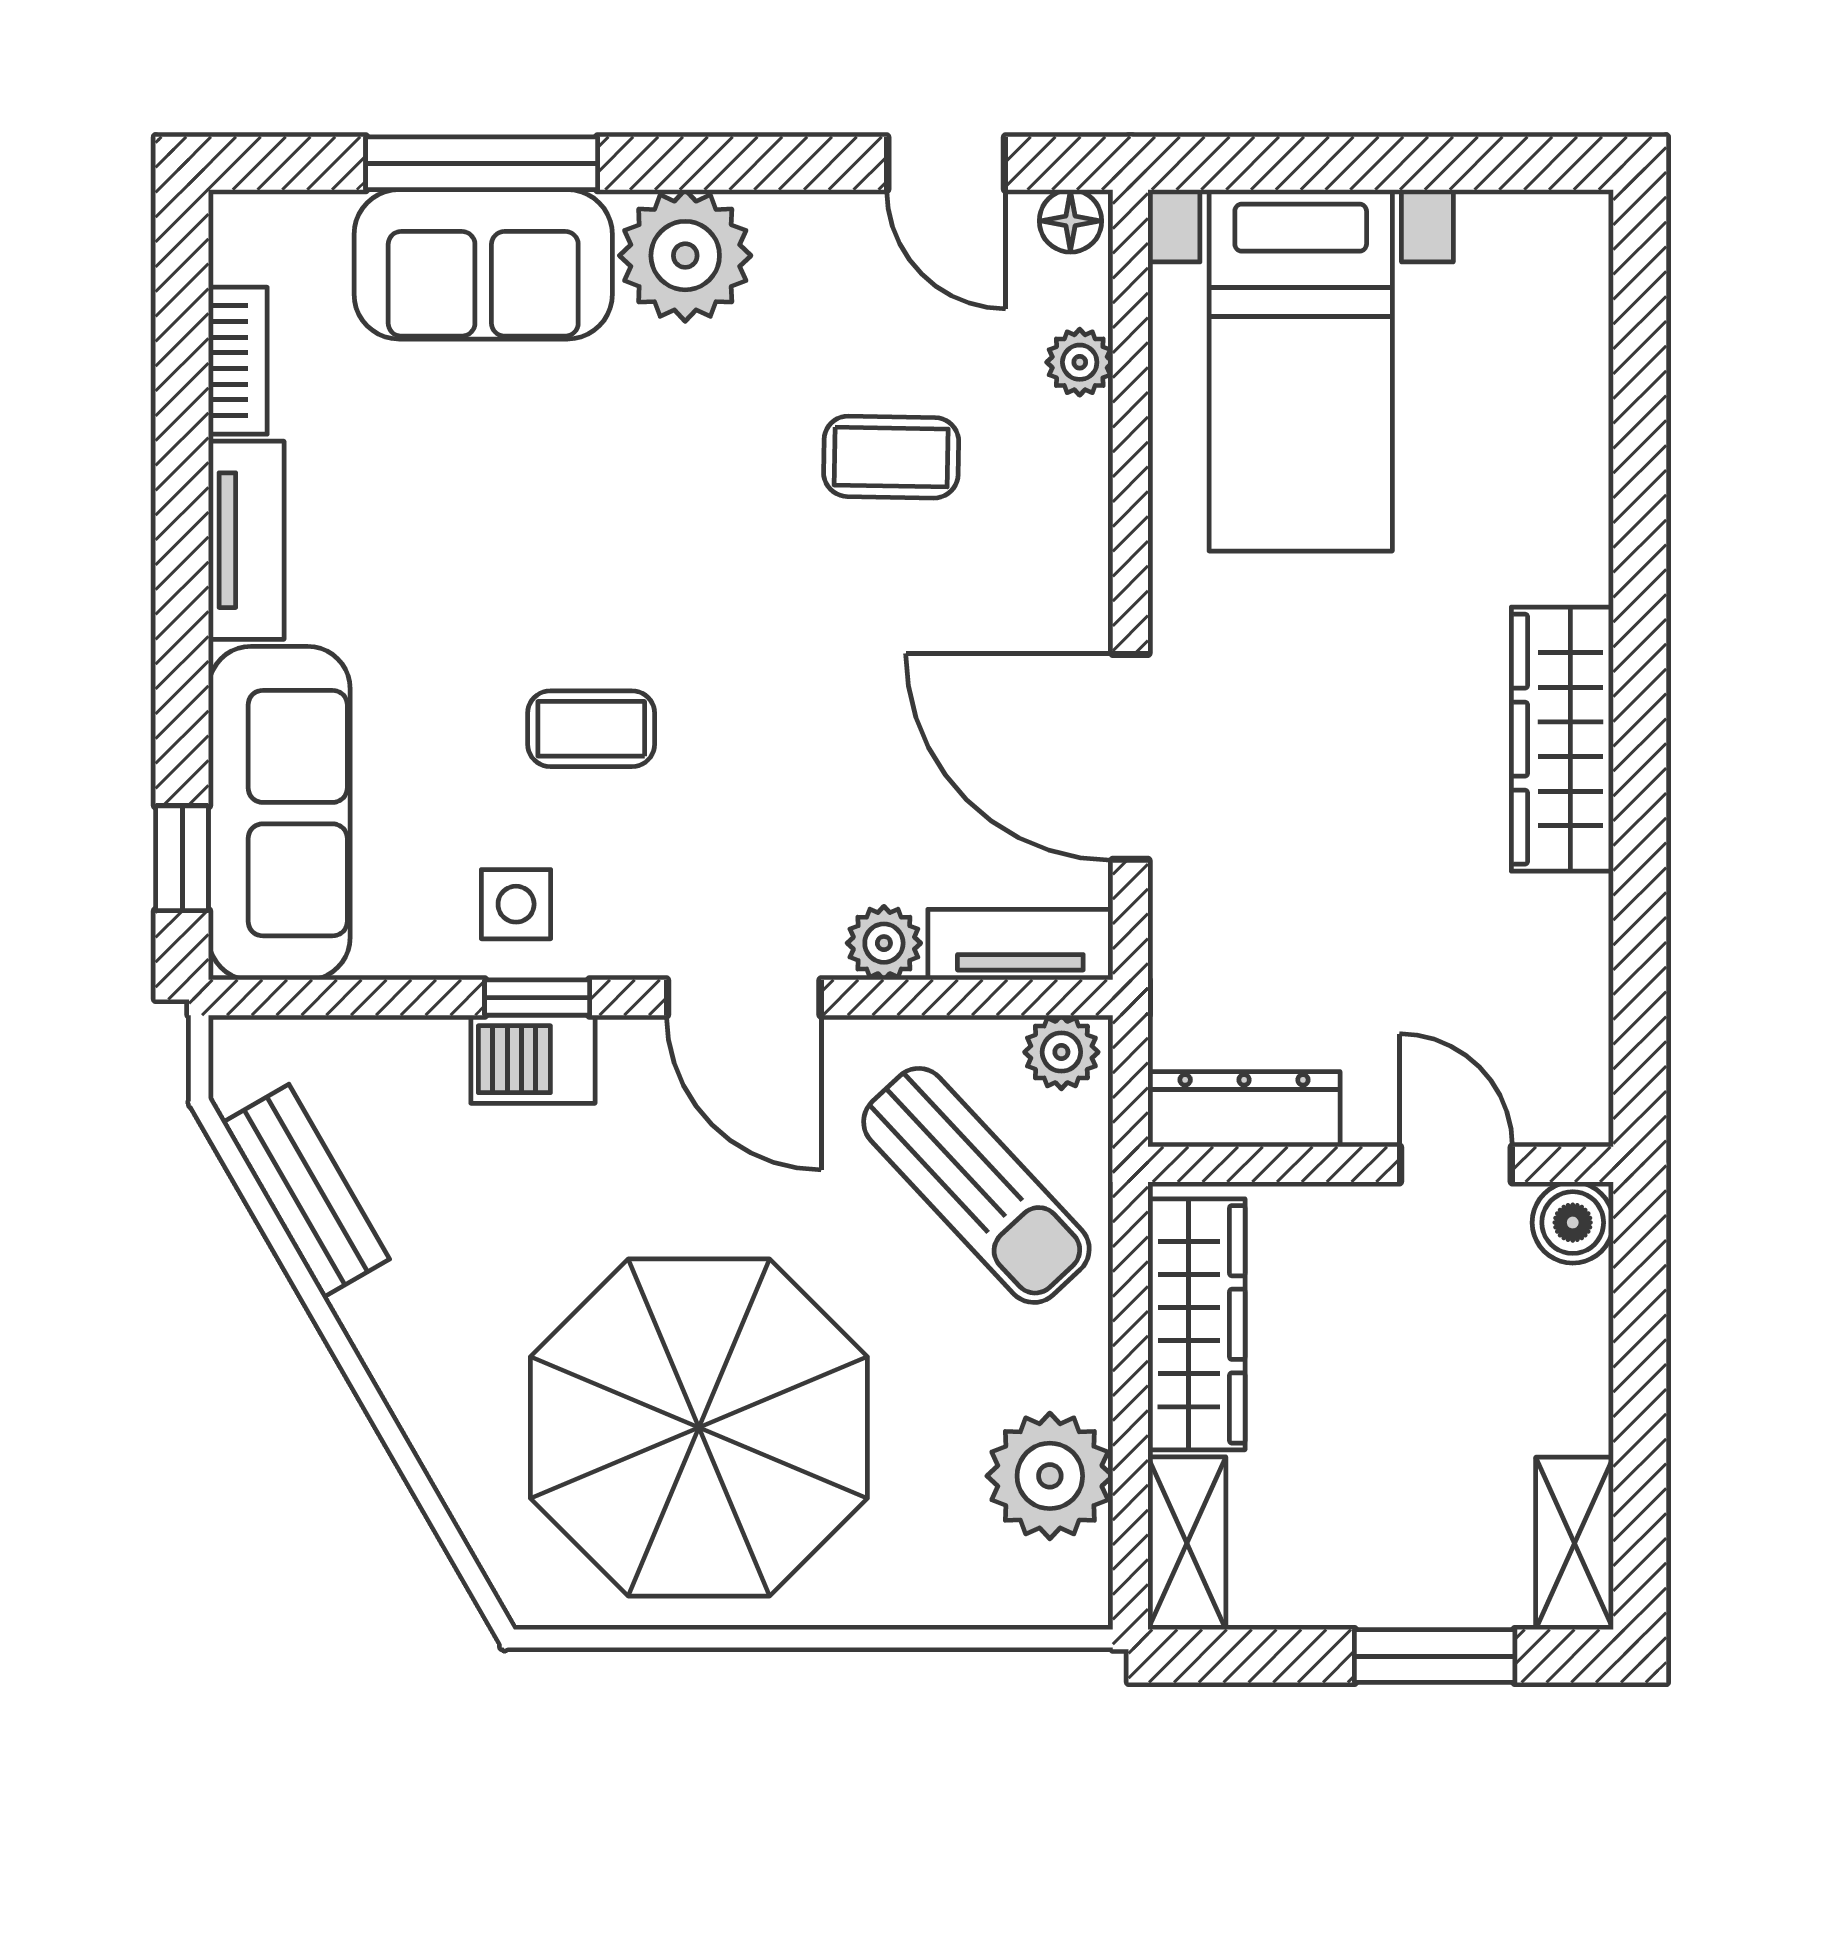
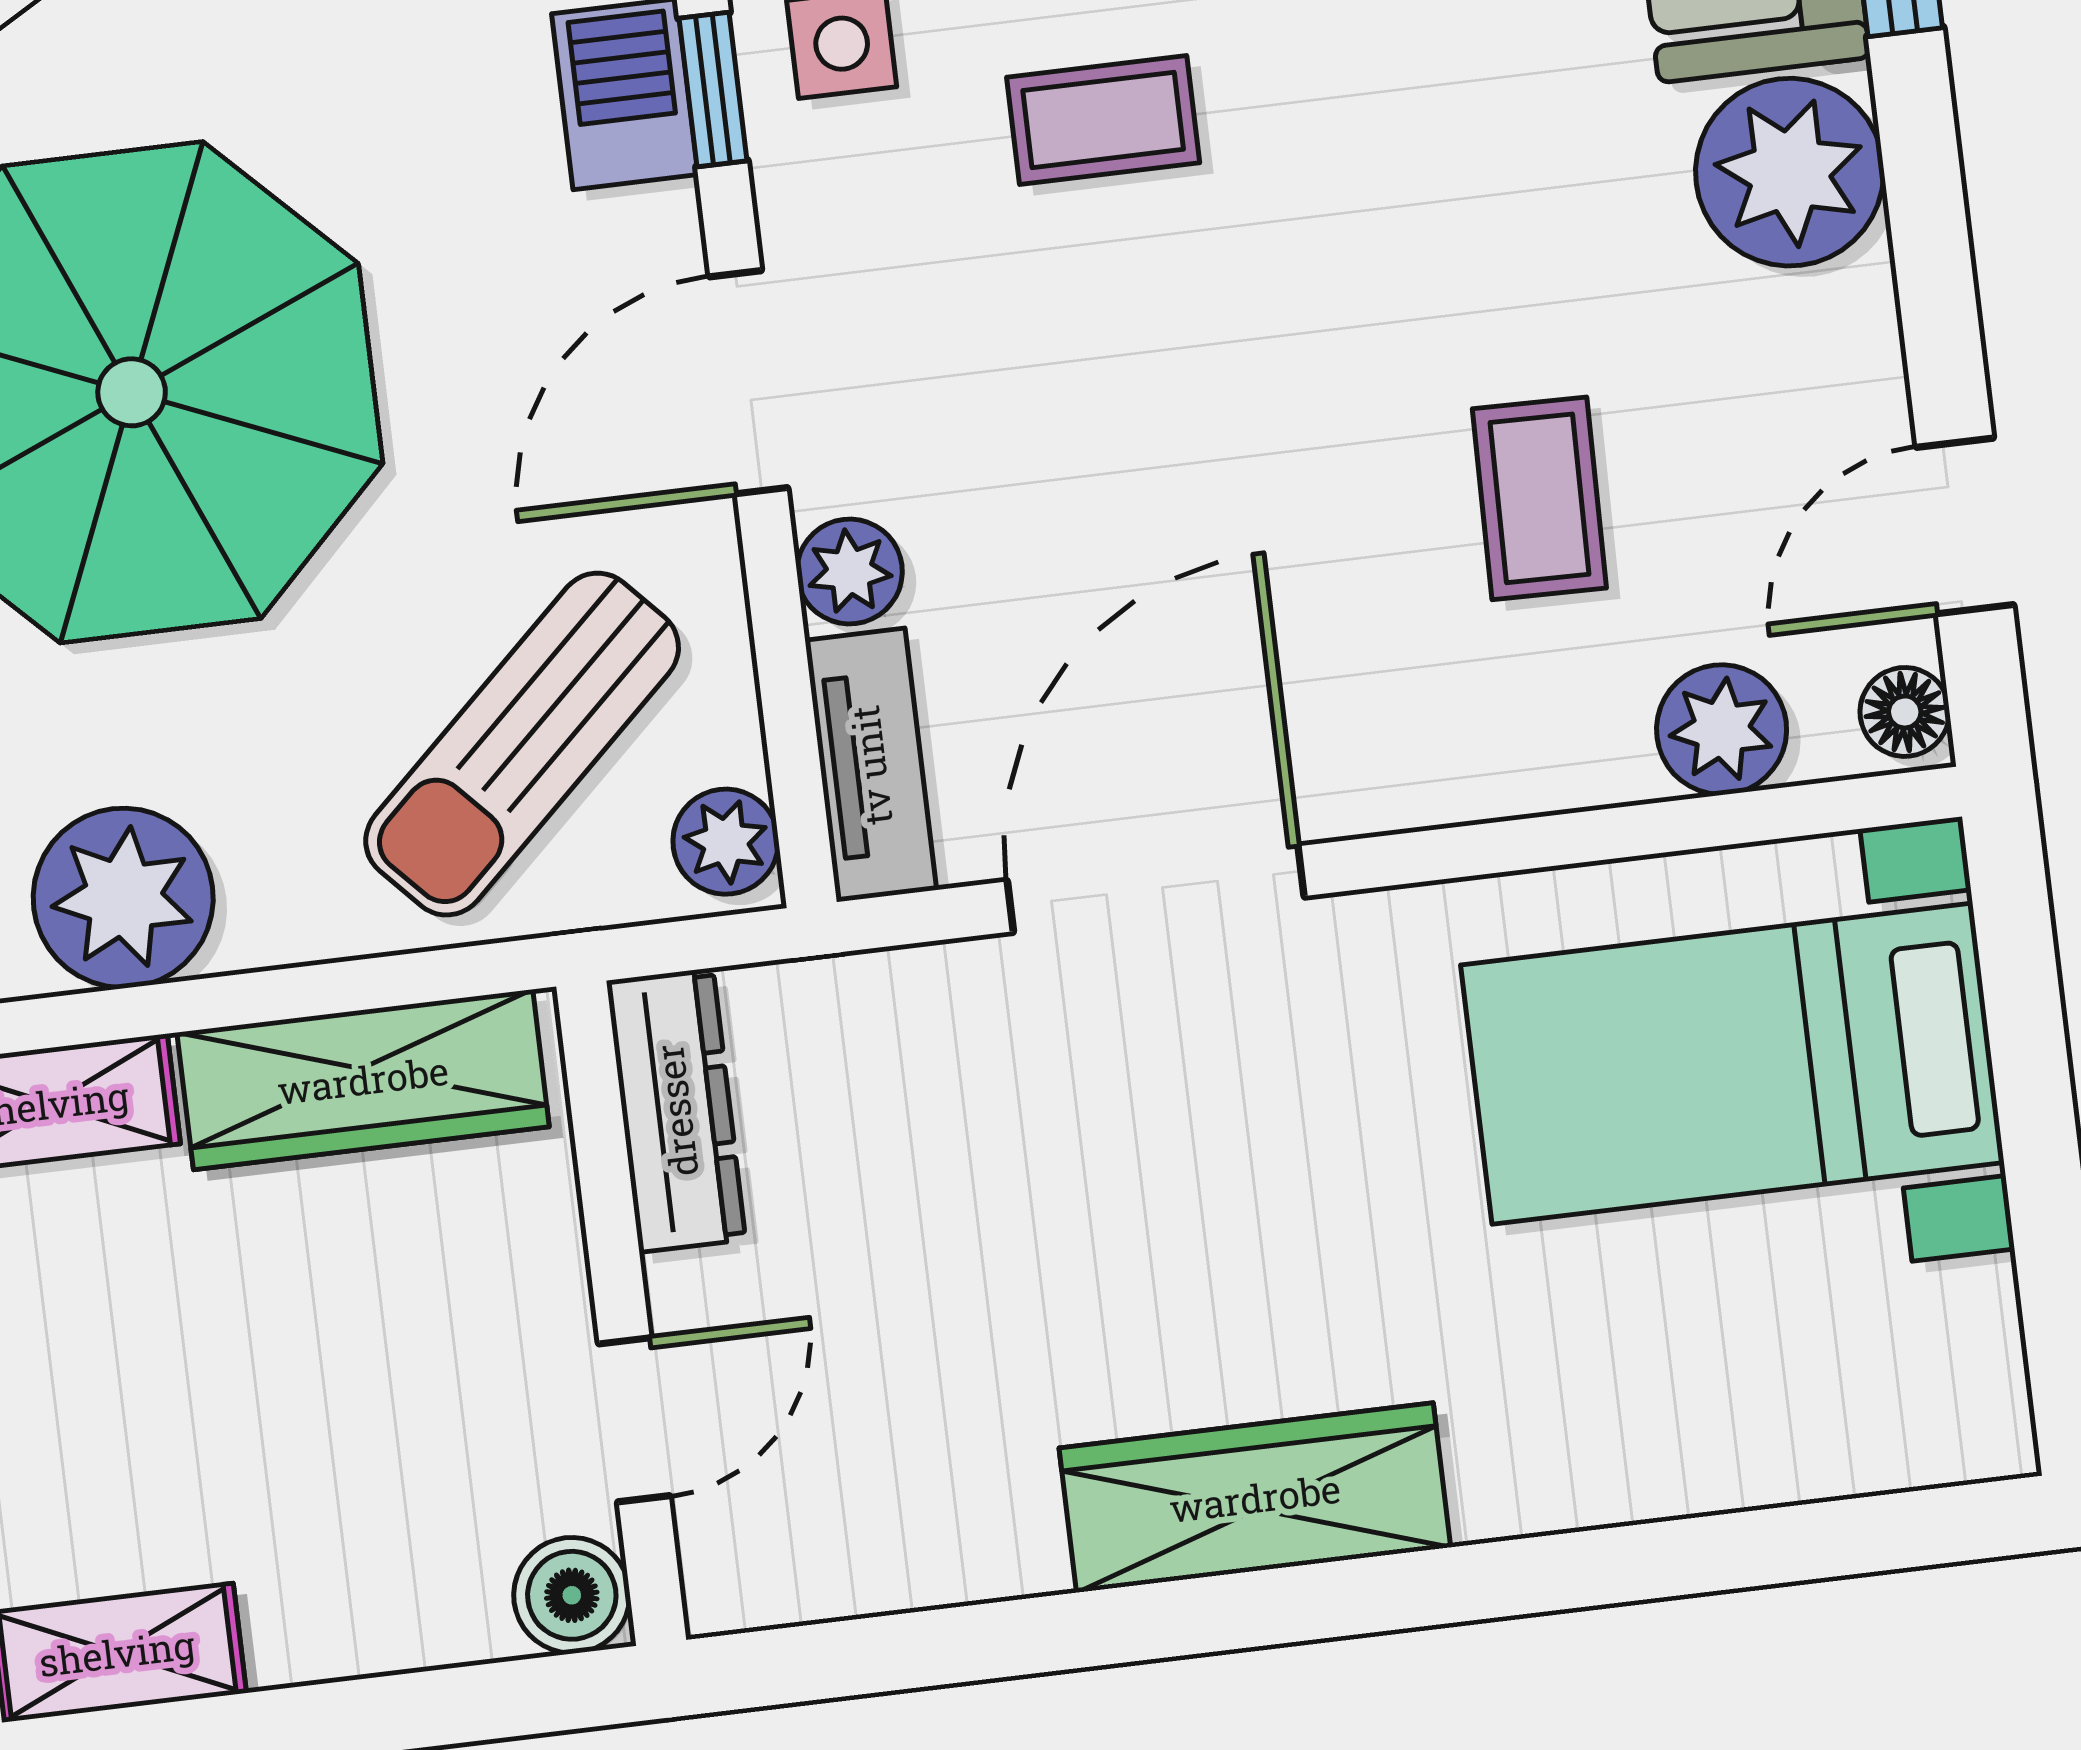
plant: (1080, 362) -> (1722, 730), width x1.38, depth x1.38
coffee table: (591, 729) -> (1103, 120), turned 90

